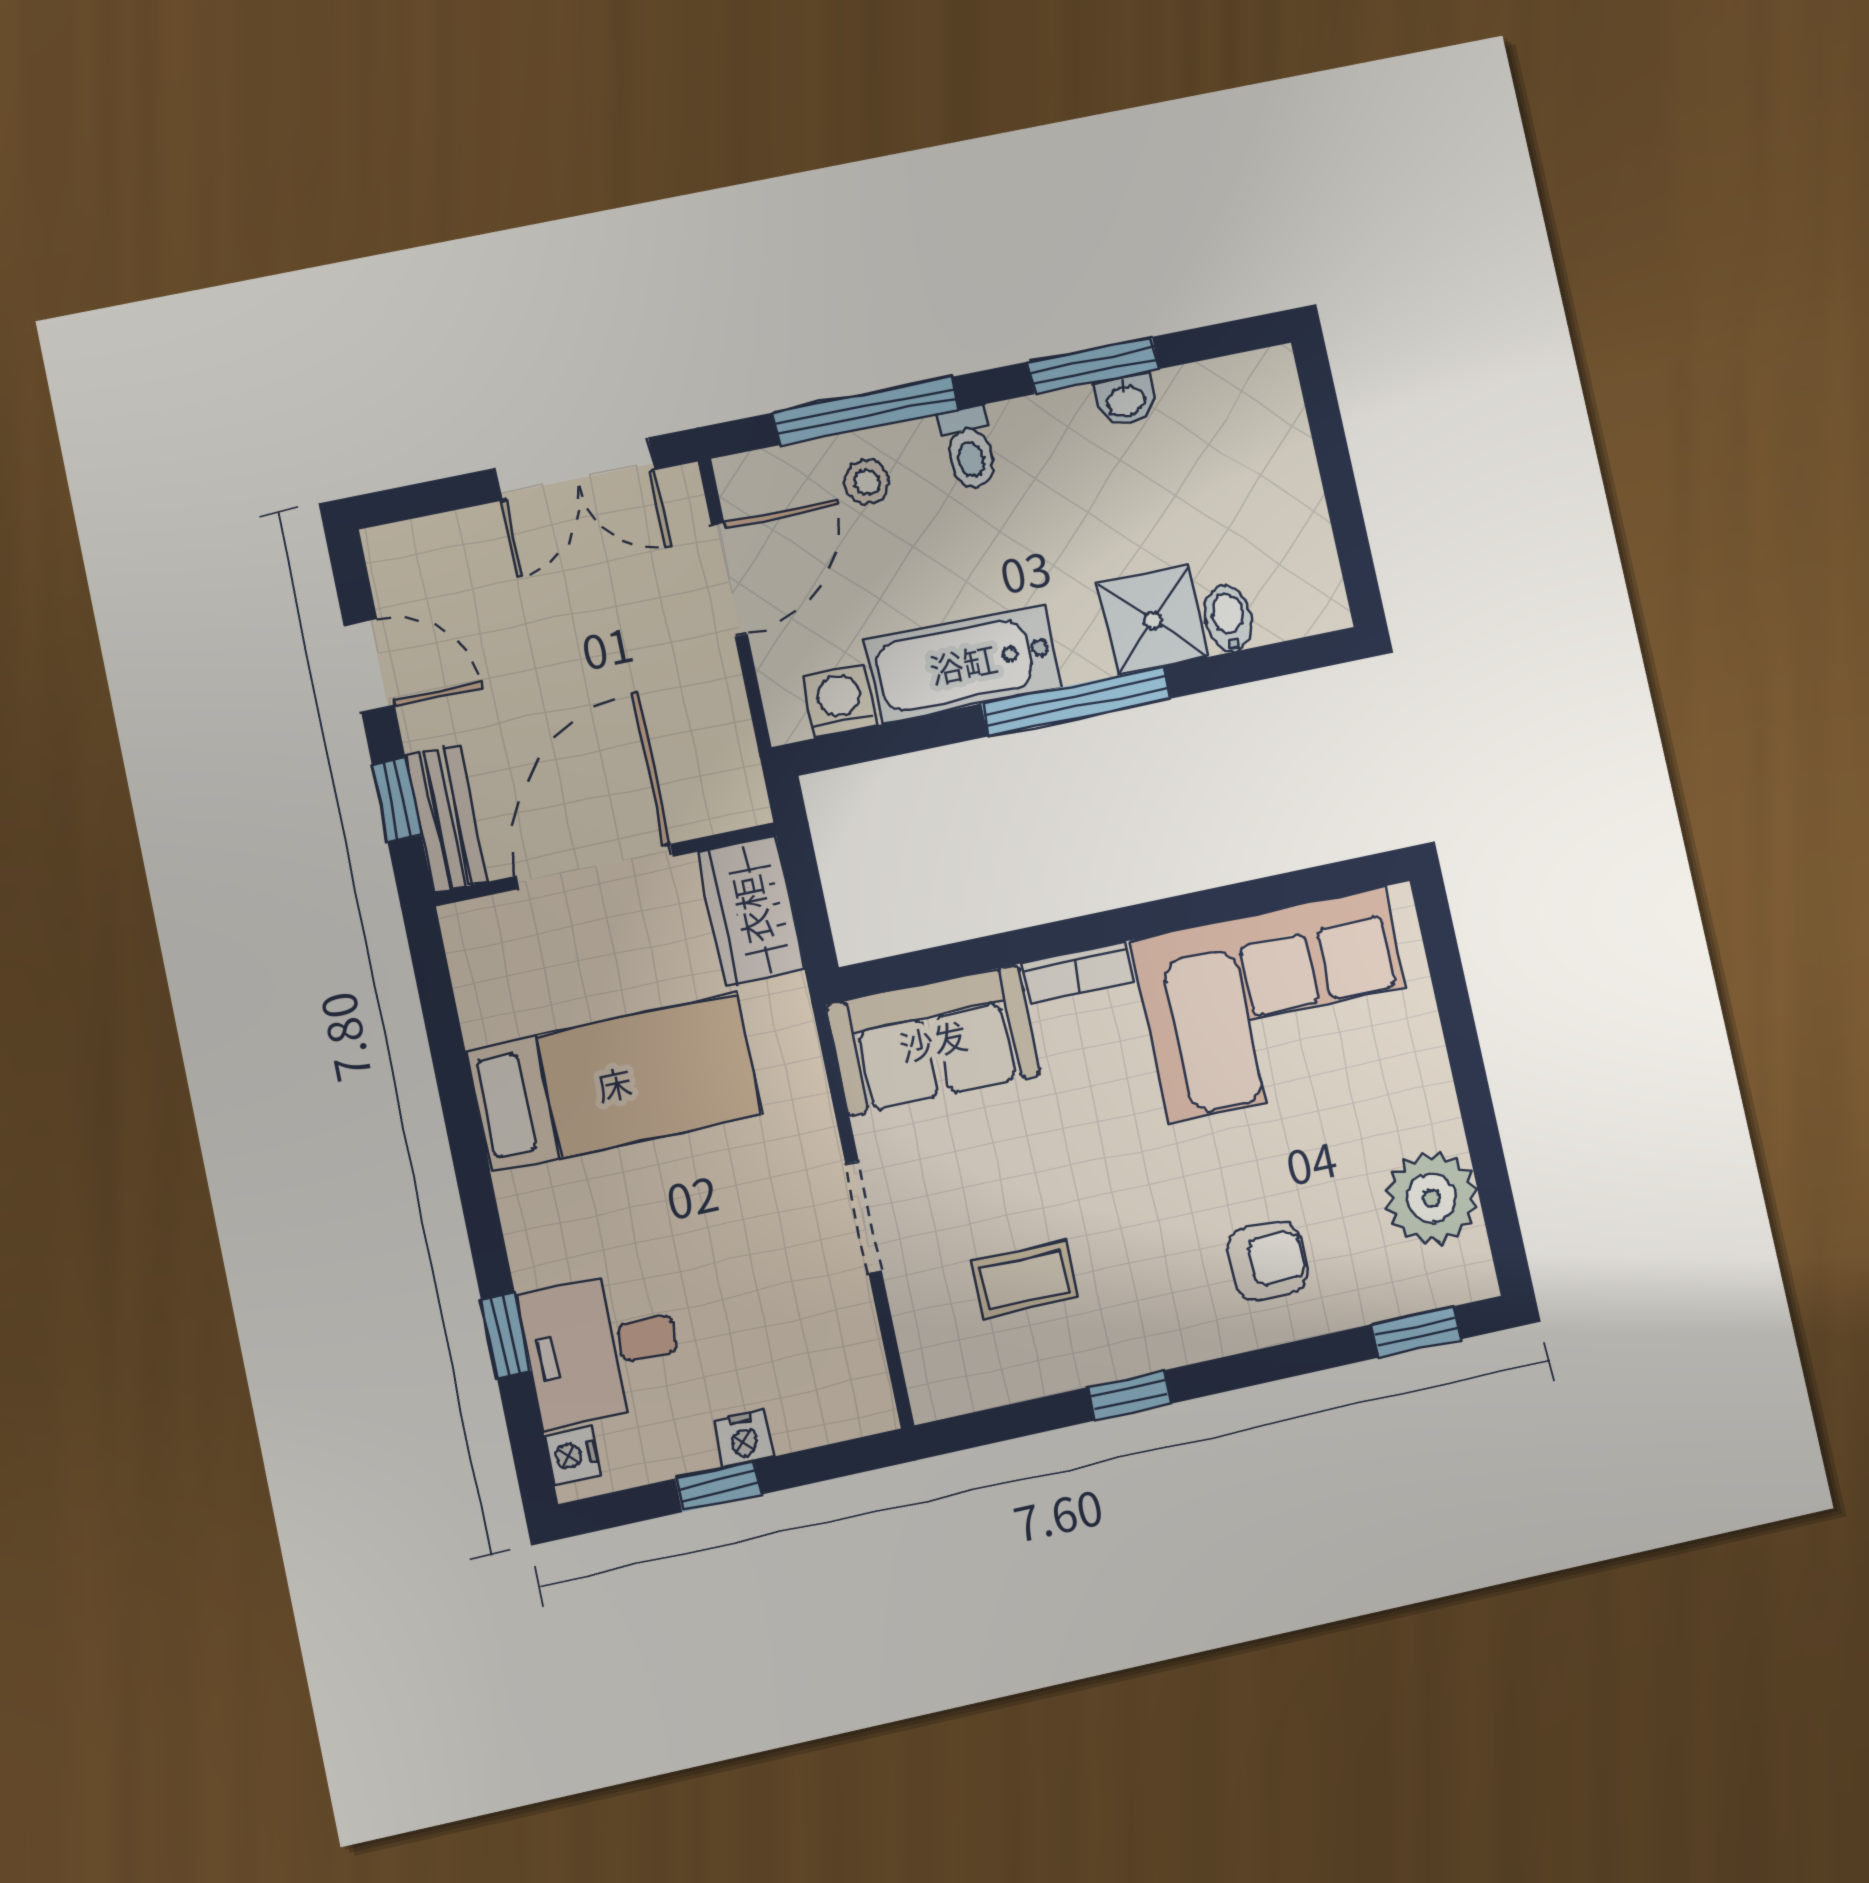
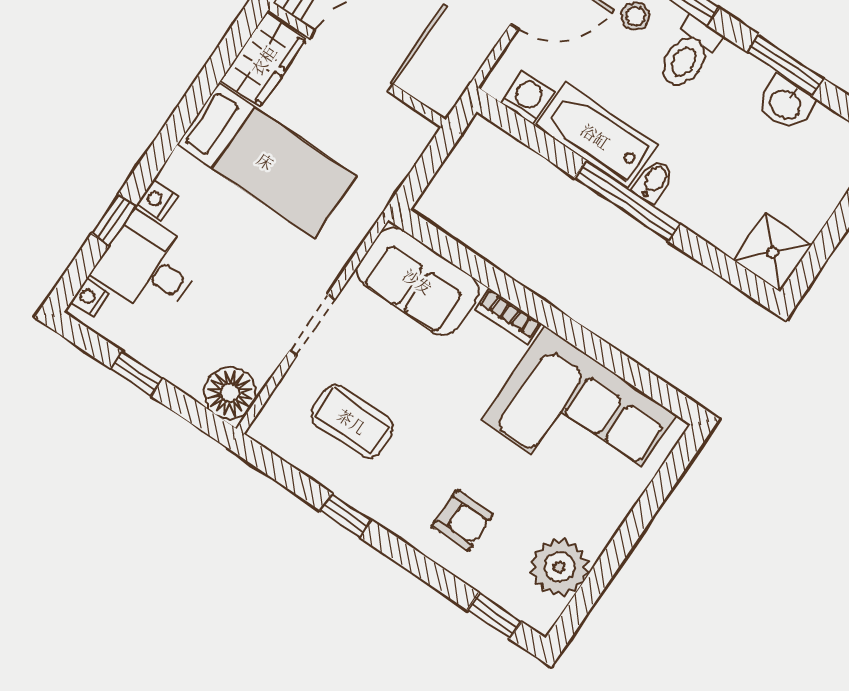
washbasin: (1126, 400) -> (786, 103), width x1.38, depth x1.45
toilet: (969, 448) -> (689, 54), width x1.37, depth x1.39
bidet: (1228, 619) -> (654, 181), moved
shower: (1153, 621) -> (772, 252), moved
wardrobe: (751, 910) -> (263, 60), moved, turned 180
coffee table: (1024, 1279) -> (352, 421), width x1.36, depth x1.30
floor lamp: (850, 1395) -> (230, 393), added
nightstand: (744, 1439) -> (157, 200), moved, turned 90

